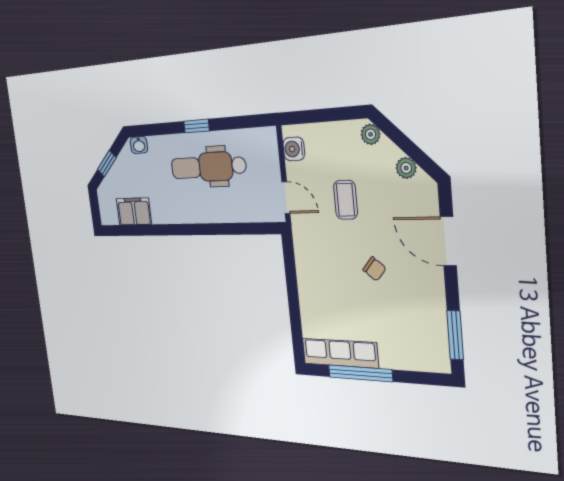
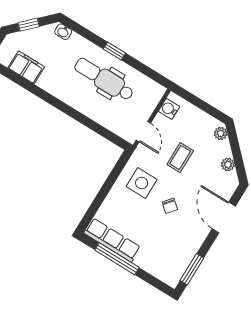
side table: (325, 262) -> (142, 183), added

